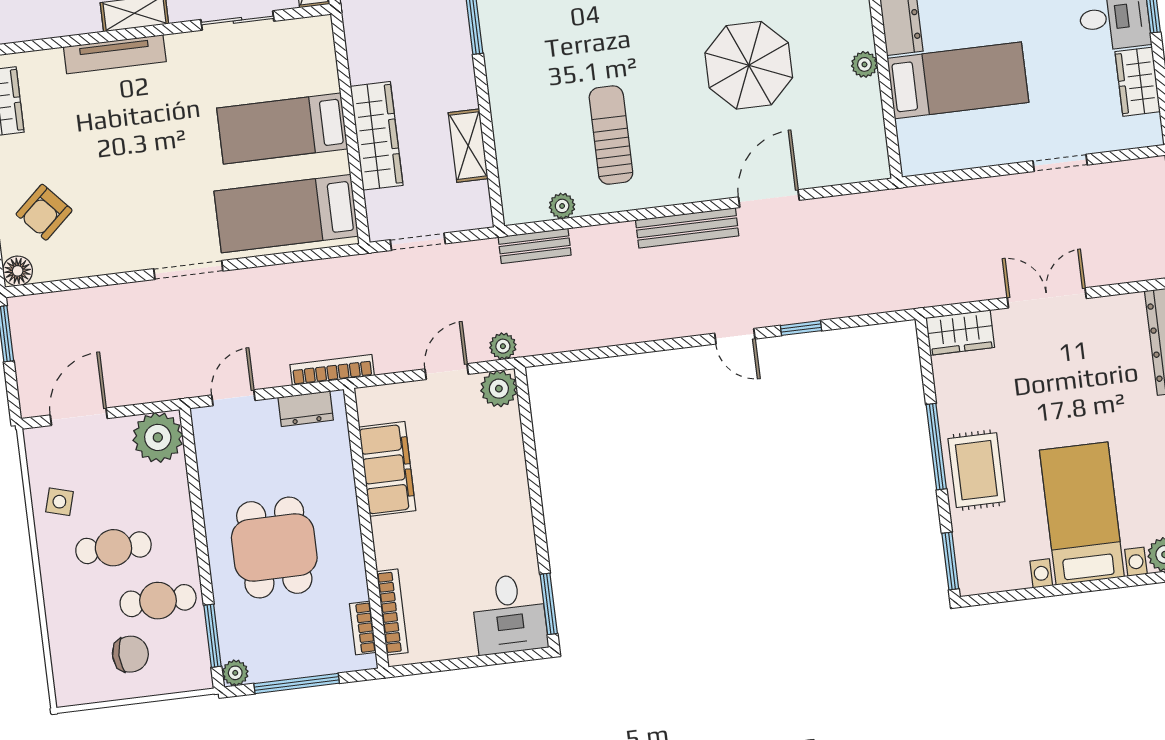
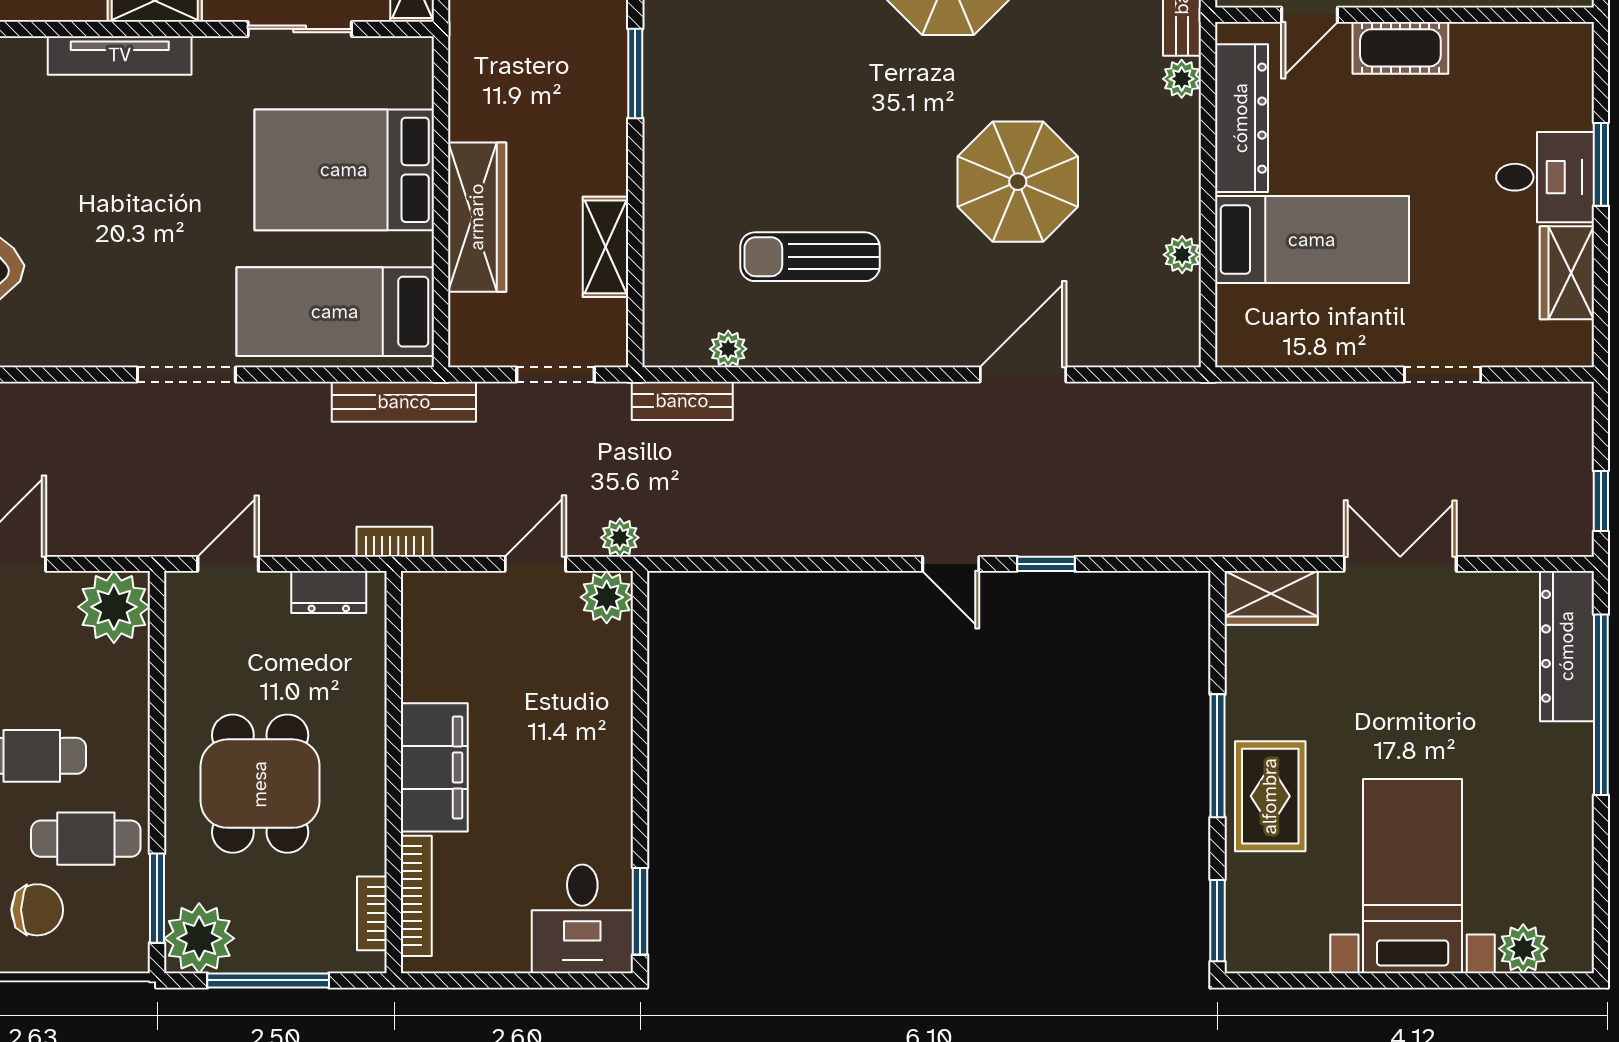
plant: (864, 64) -> (1182, 255), moved
bed: (282, 128) -> (344, 170), width x1.50
sun lounger: (611, 135) -> (810, 257), turned -90
bench: (687, 228) -> (404, 402), moved
doorway: (418, 242) -> (556, 375), moved
bookcase: (332, 370) -> (394, 542), width x0.64
filing cabinet: (387, 469) -> (434, 767), moved
plant: (235, 673) -> (199, 938), width x1.88, depth x1.88

